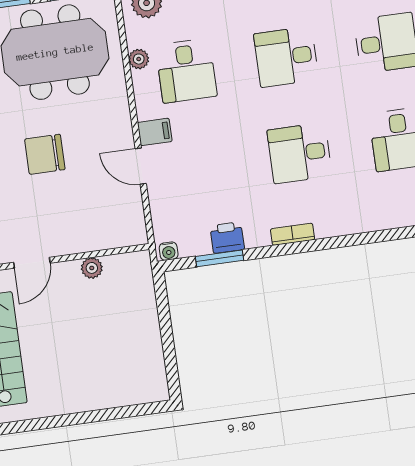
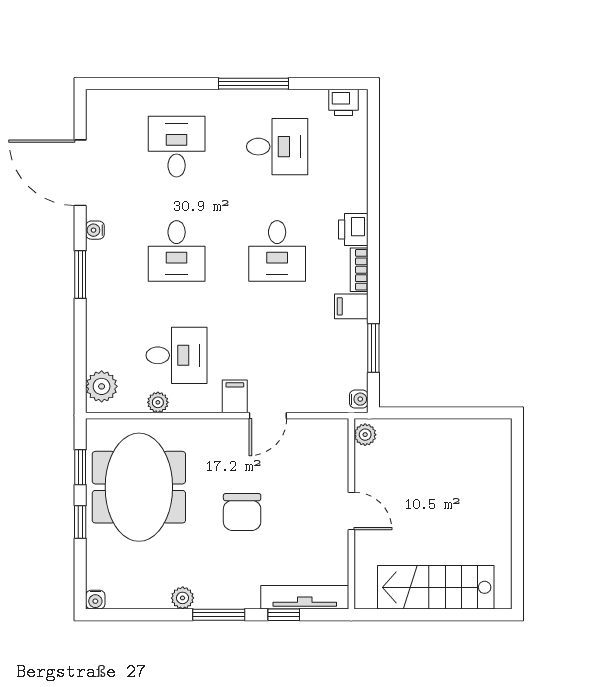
filing cabinet: (256, 232) -> (351, 306), added
printer: (227, 238) -> (353, 230), moved
door: (32, 263) -> (351, 511), moved
plant: (92, 268) -> (365, 435), moved

